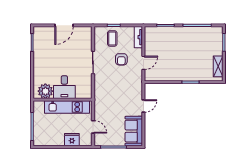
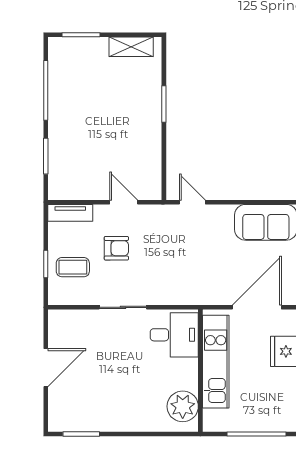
door: (64, 25) -> (46, 368), hinge flipped
desk: (64, 87) -> (174, 335), moved
door: (143, 106) -> (192, 202), moved
door: (93, 127) -> (257, 307), width x1.88

